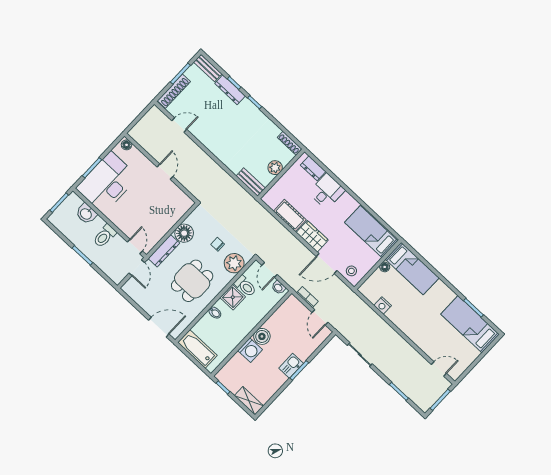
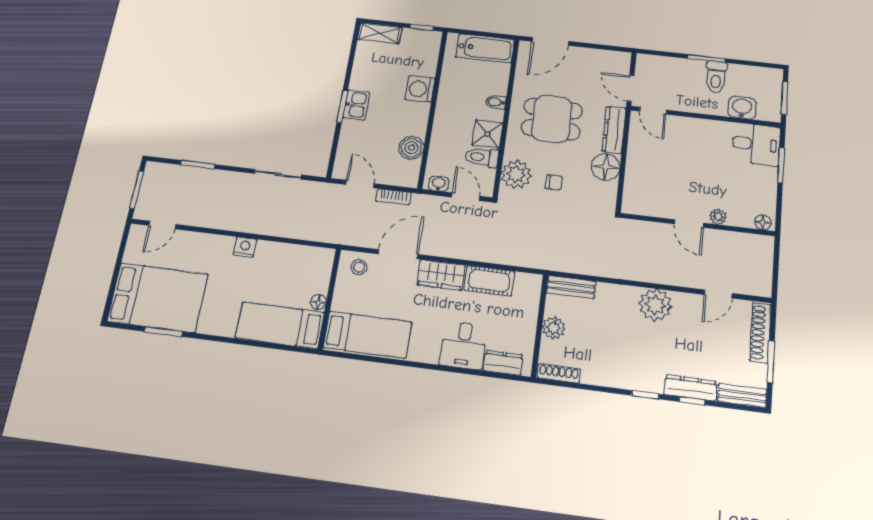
plant: (215, 142) -> (655, 305), added
plant: (147, 164) -> (718, 217), added
desk: (107, 183) -> (756, 144), width x0.53, depth x0.77
toilet: (105, 236) -> (716, 77), moved, turned 180
dining table: (192, 281) -> (552, 119), turned 90
nightstand: (383, 305) -> (245, 247), moved
bed: (470, 324) -> (157, 298), width x1.50
boiler: (262, 336) -> (411, 148), moved

